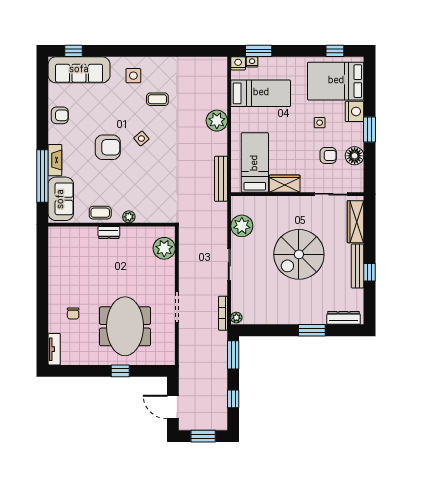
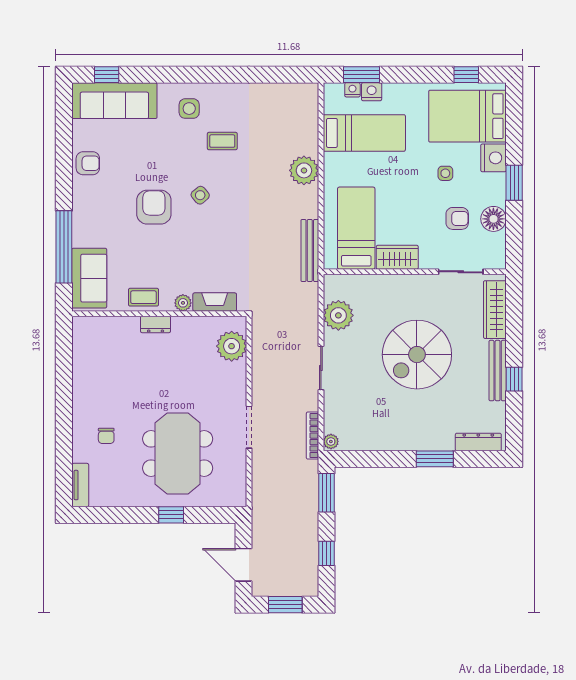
nightstand: (238, 63) -> (372, 92), moved
armchair: (108, 147) -> (154, 207), turned -90
fireplace: (55, 160) -> (215, 302), moved, turned -90

